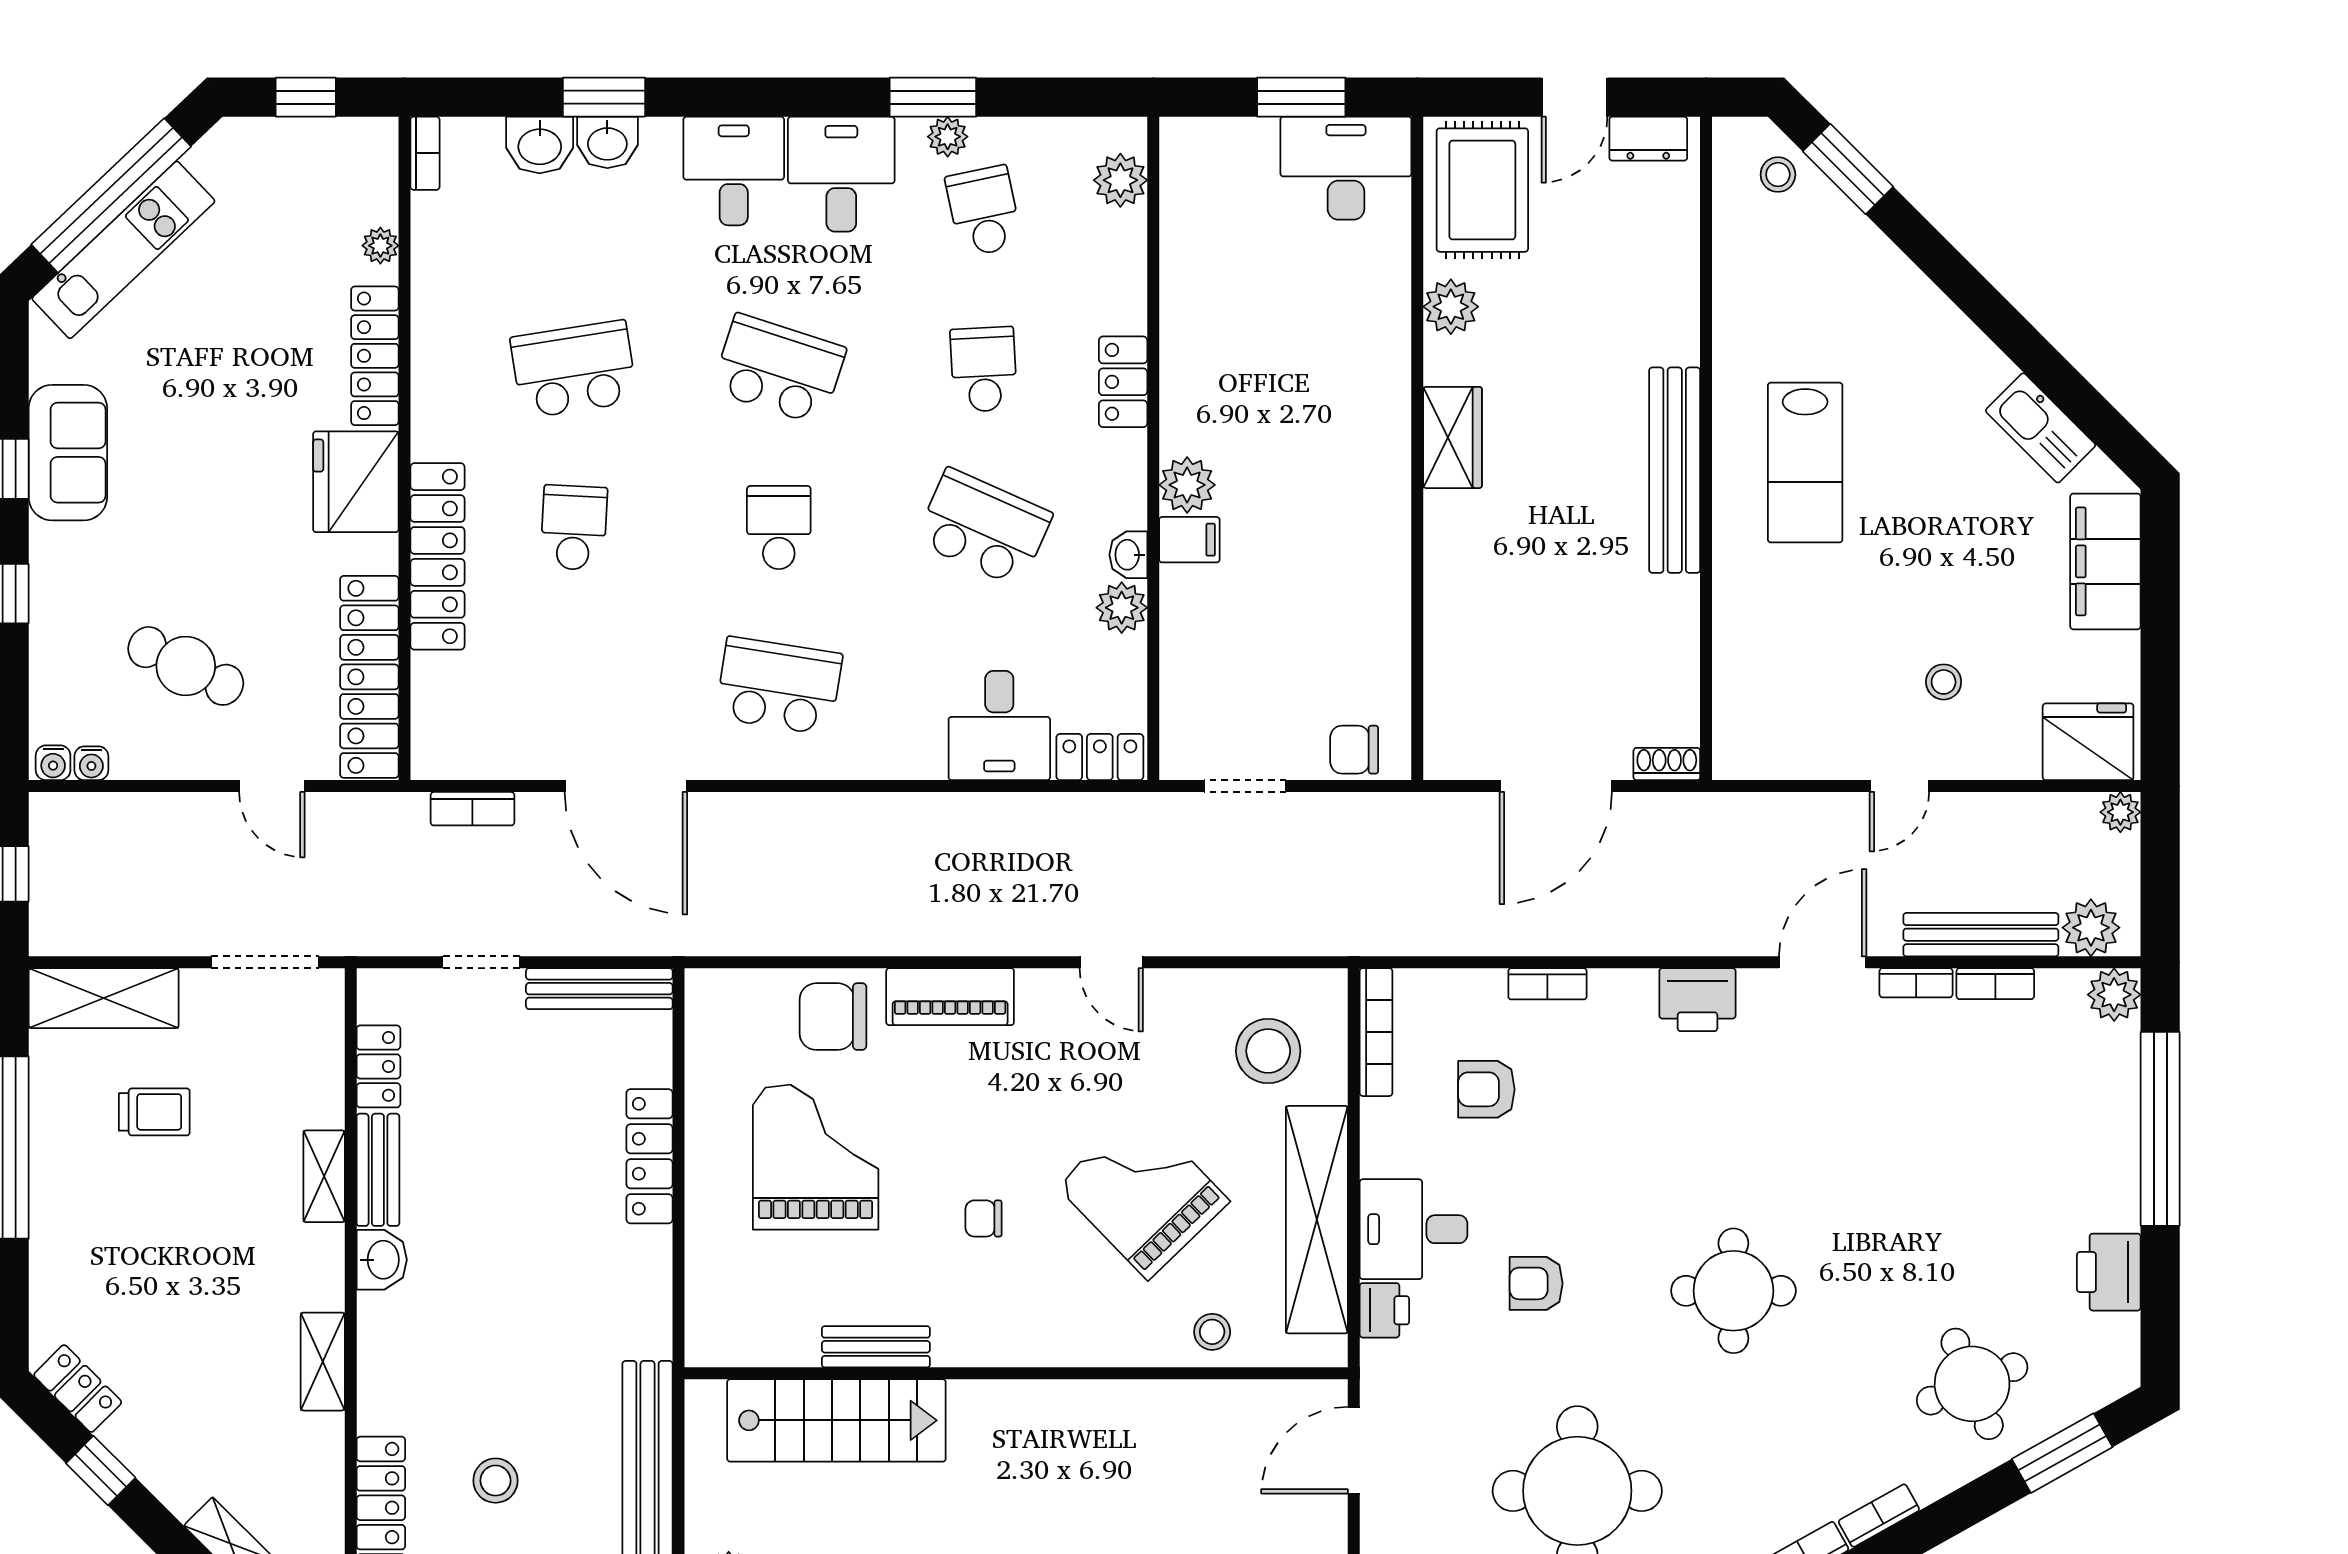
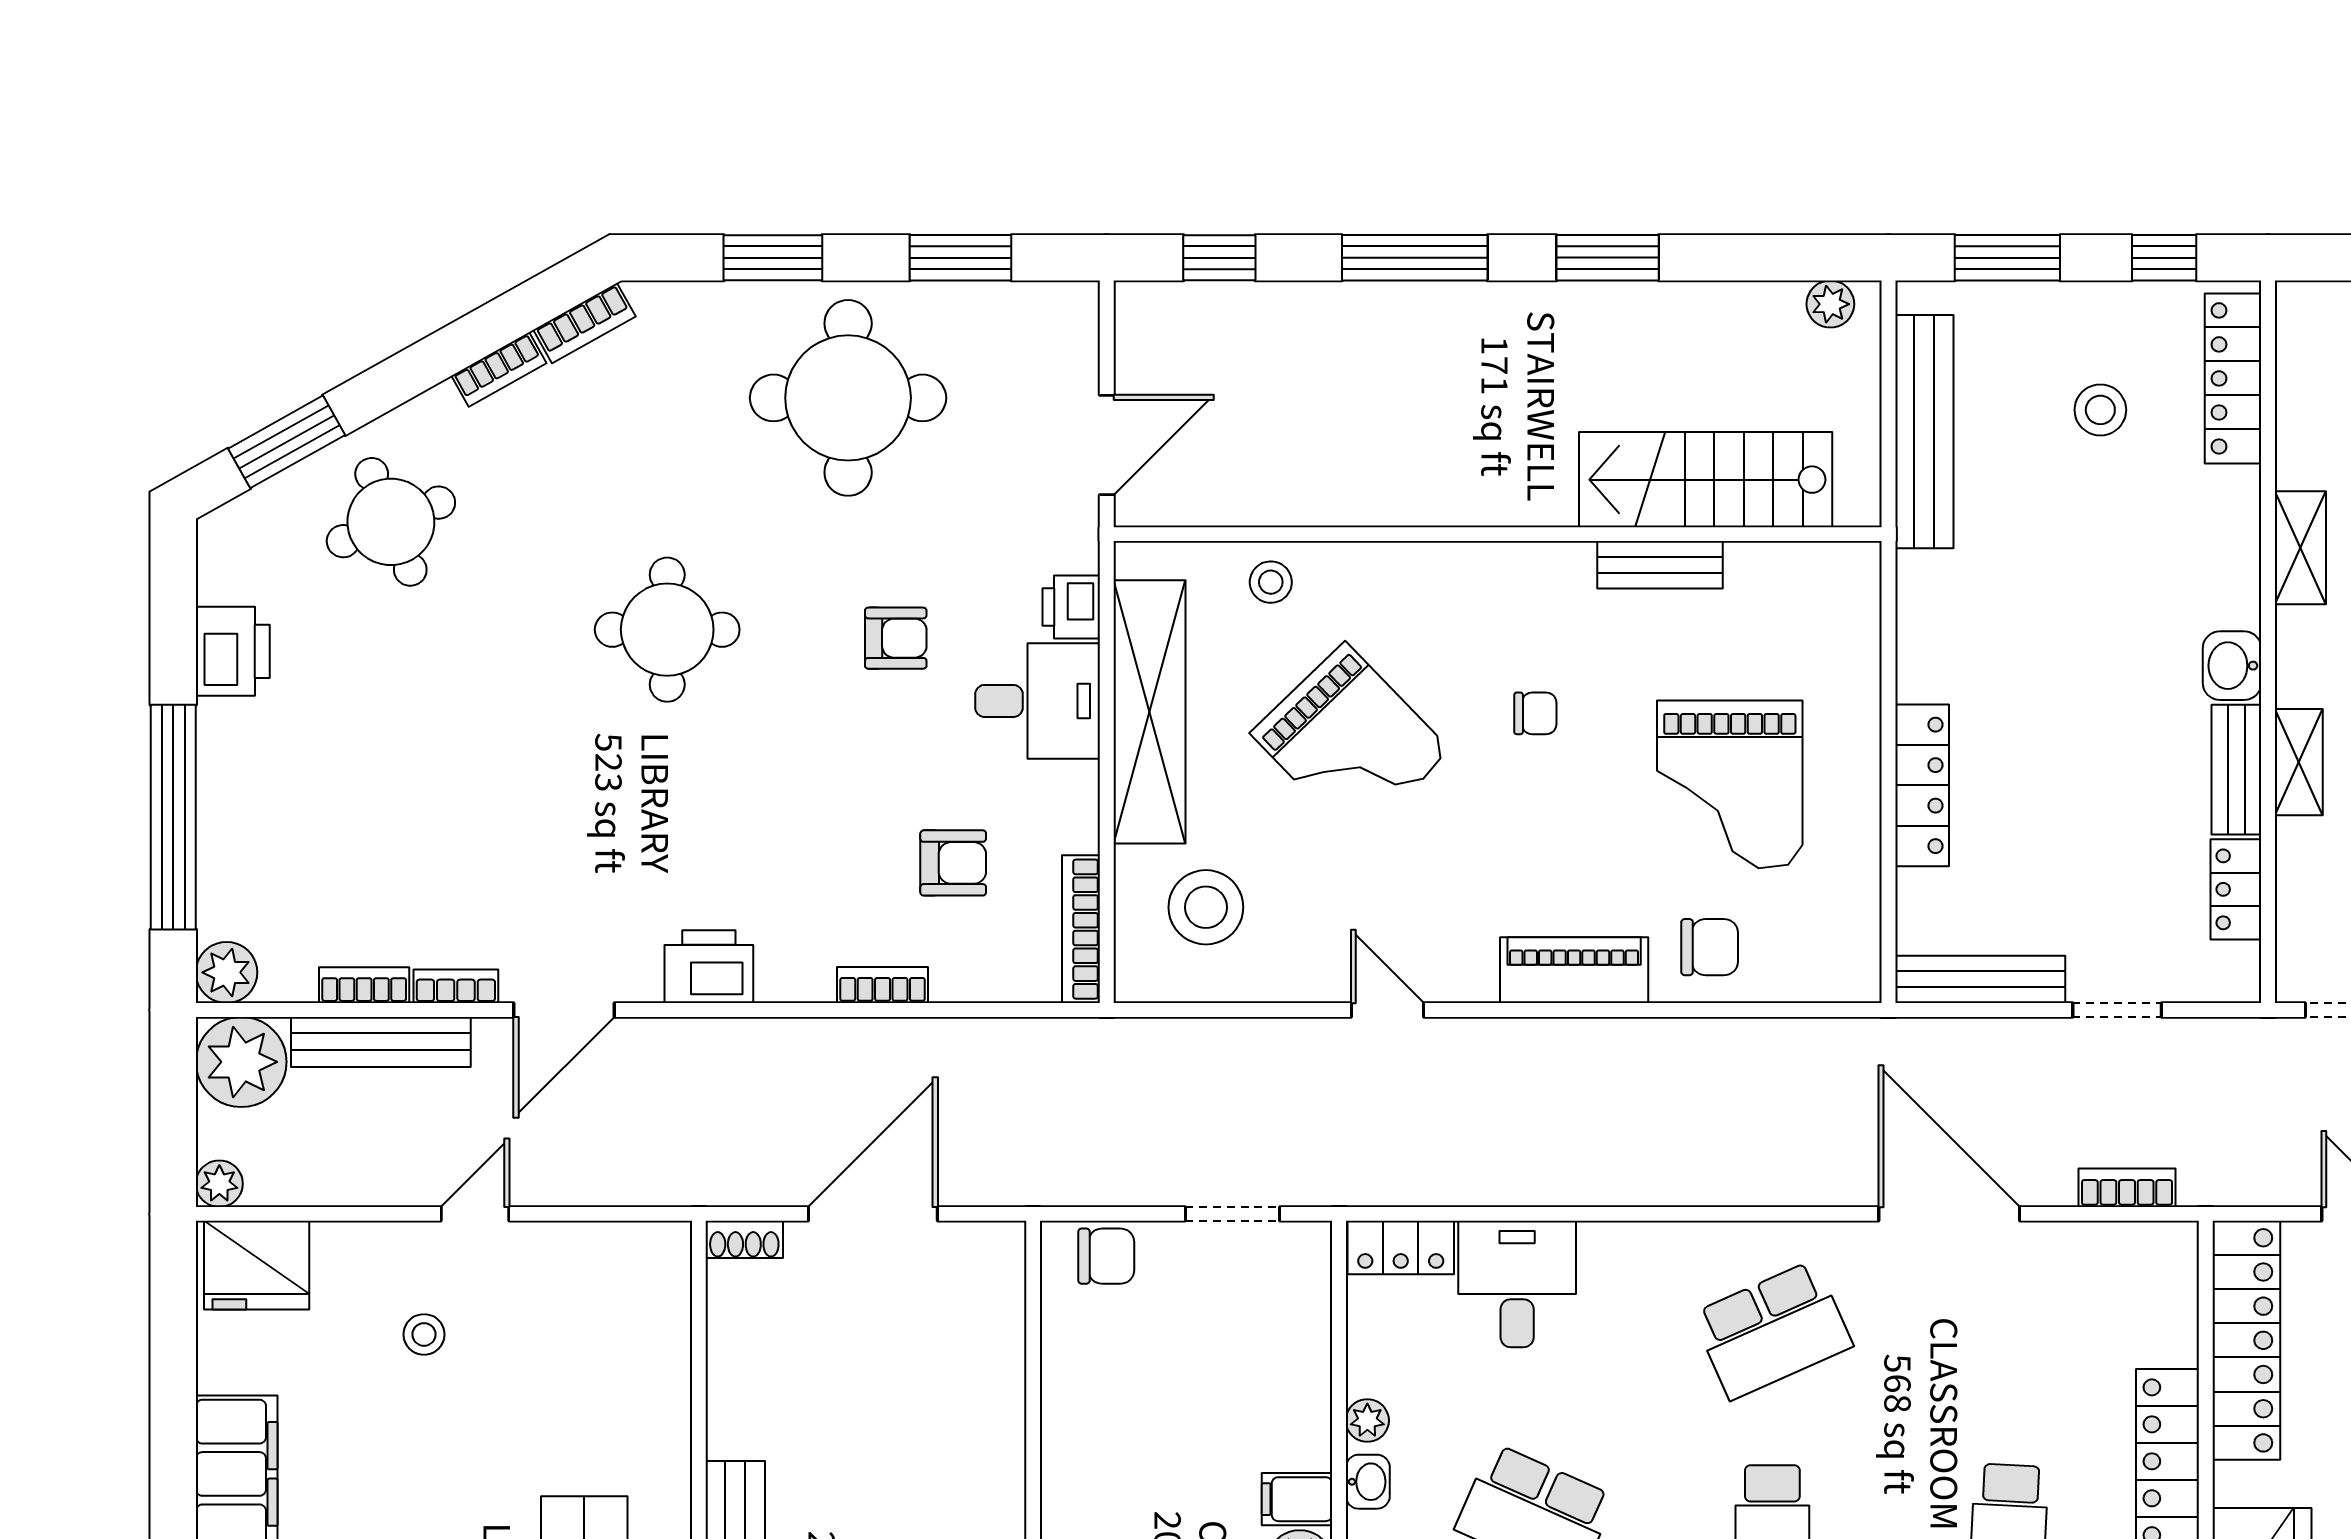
plant: (1122, 608) -> (1367, 1421), width x0.73, depth x0.73
school desk: (779, 686) -> (1772, 1330), turned -33
plant: (2091, 928) -> (241, 1062), width x1.36, depth x1.36
chair: (833, 1017) -> (1710, 947), width x0.73, depth x0.73

